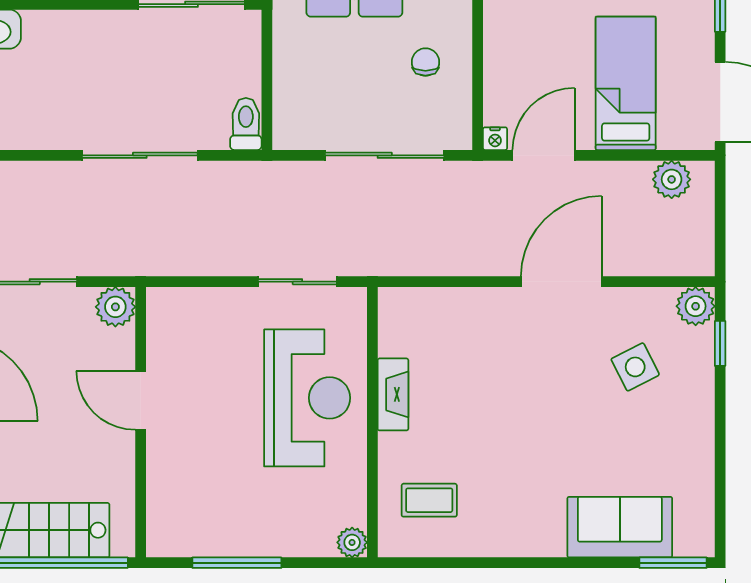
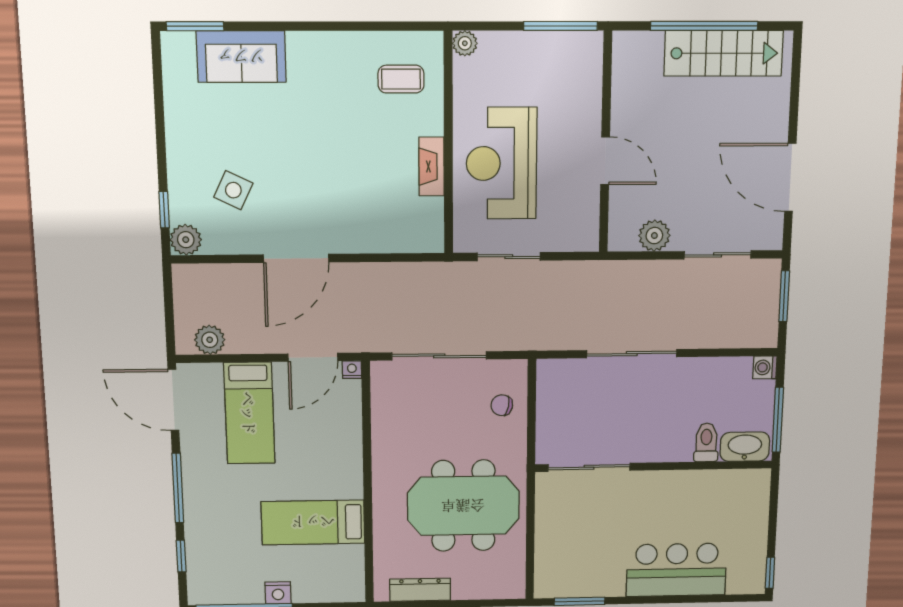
chair: (425, 62) -> (502, 405), moved, turned 101
toilet: (246, 124) -> (706, 442), moved, turned 180
side table: (635, 367) -> (233, 190), turned -37
door: (141, 400) -> (605, 161), moved
wall: (141, 422) -> (606, 143), moved

